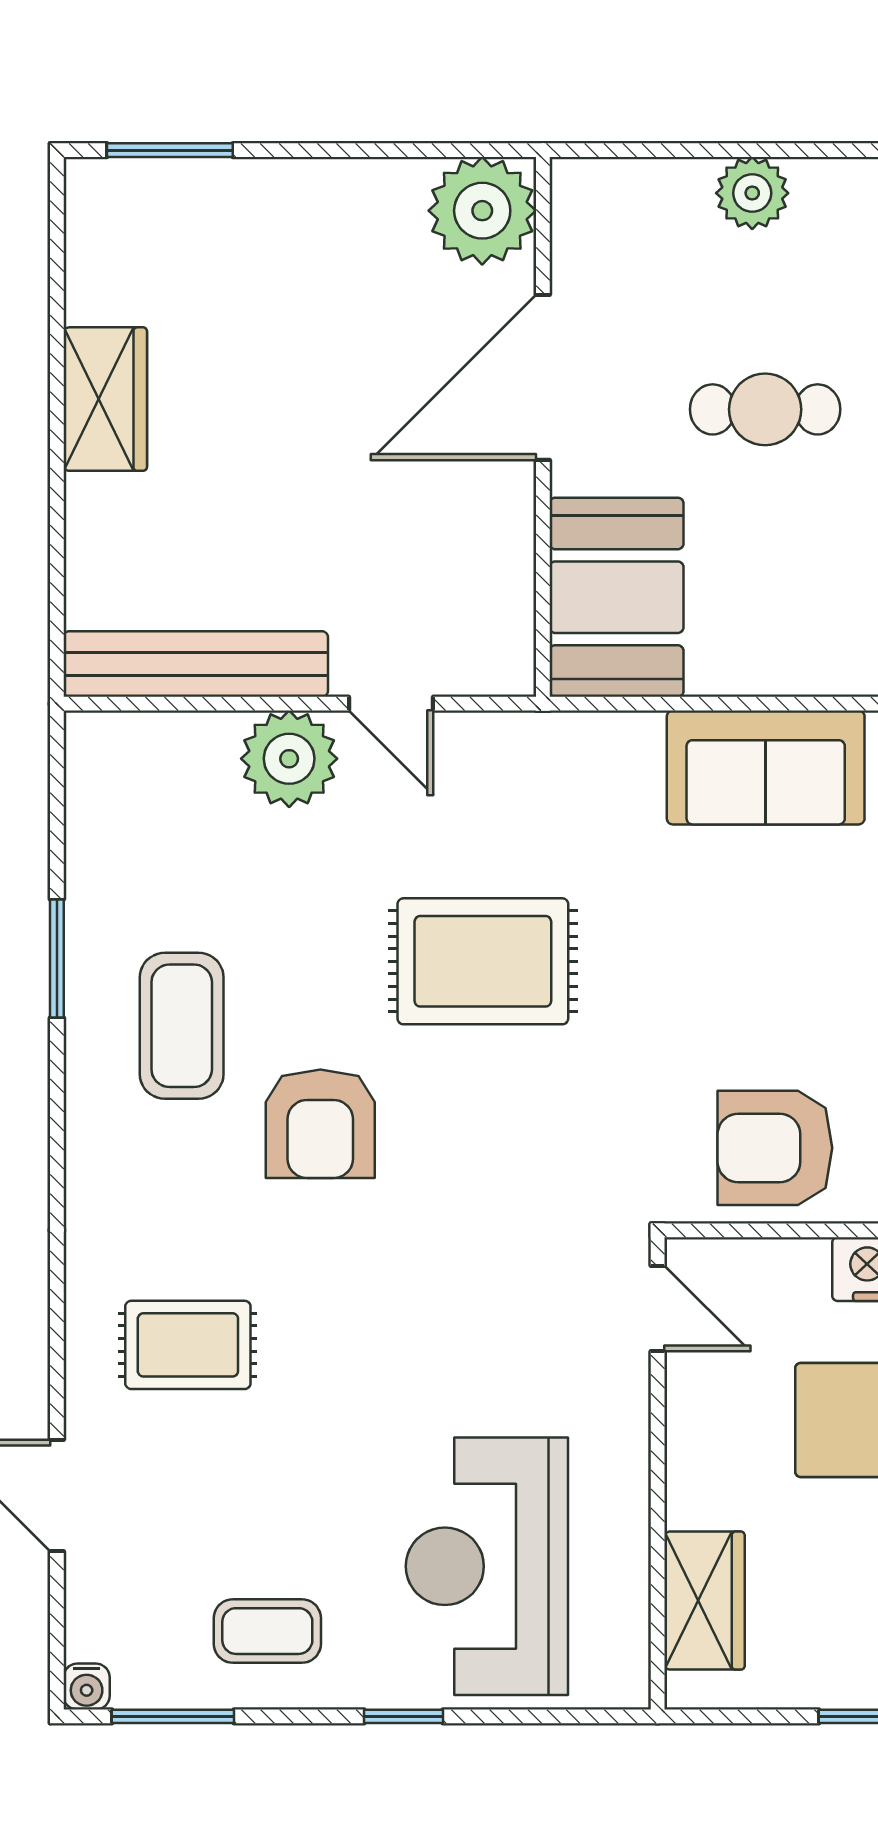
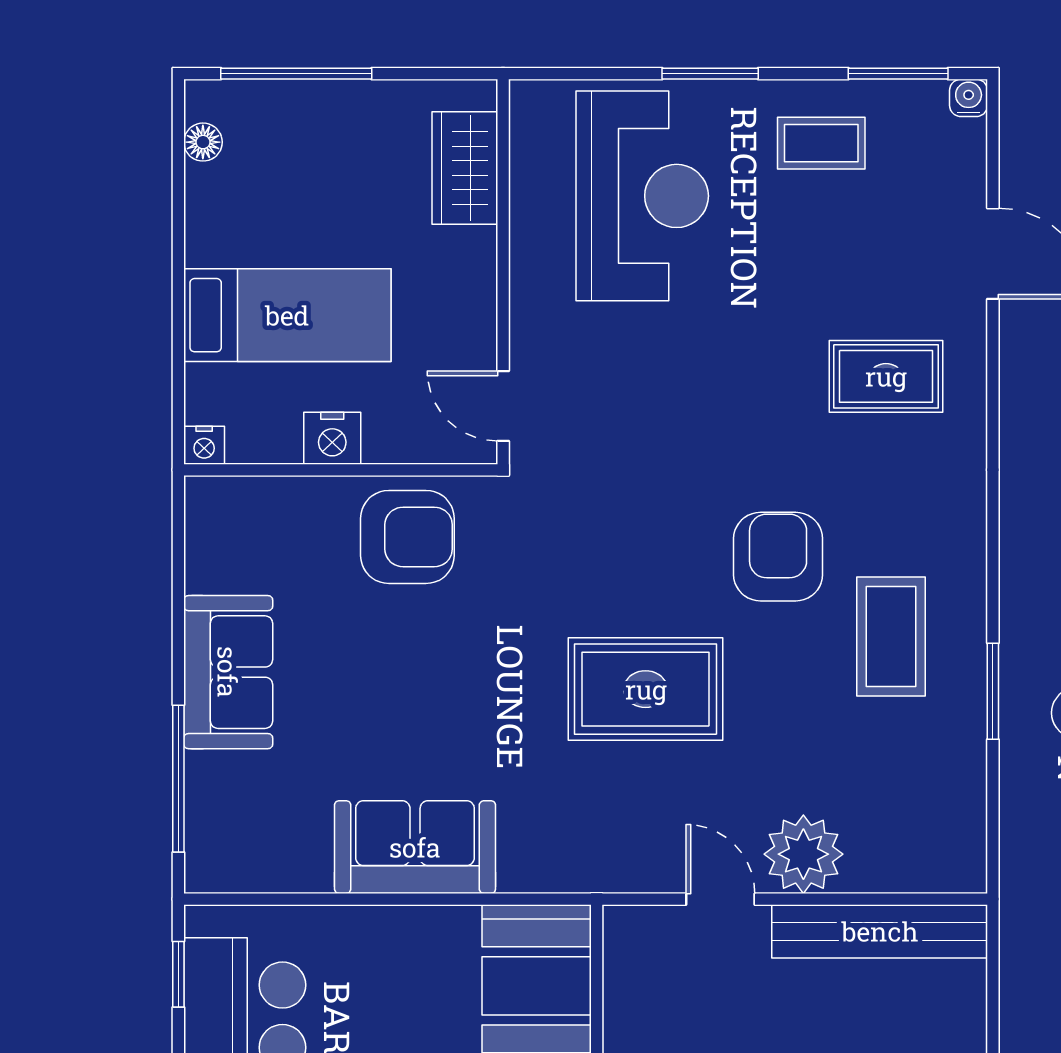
window: (404, 1716) -> (710, 74), width x1.50

